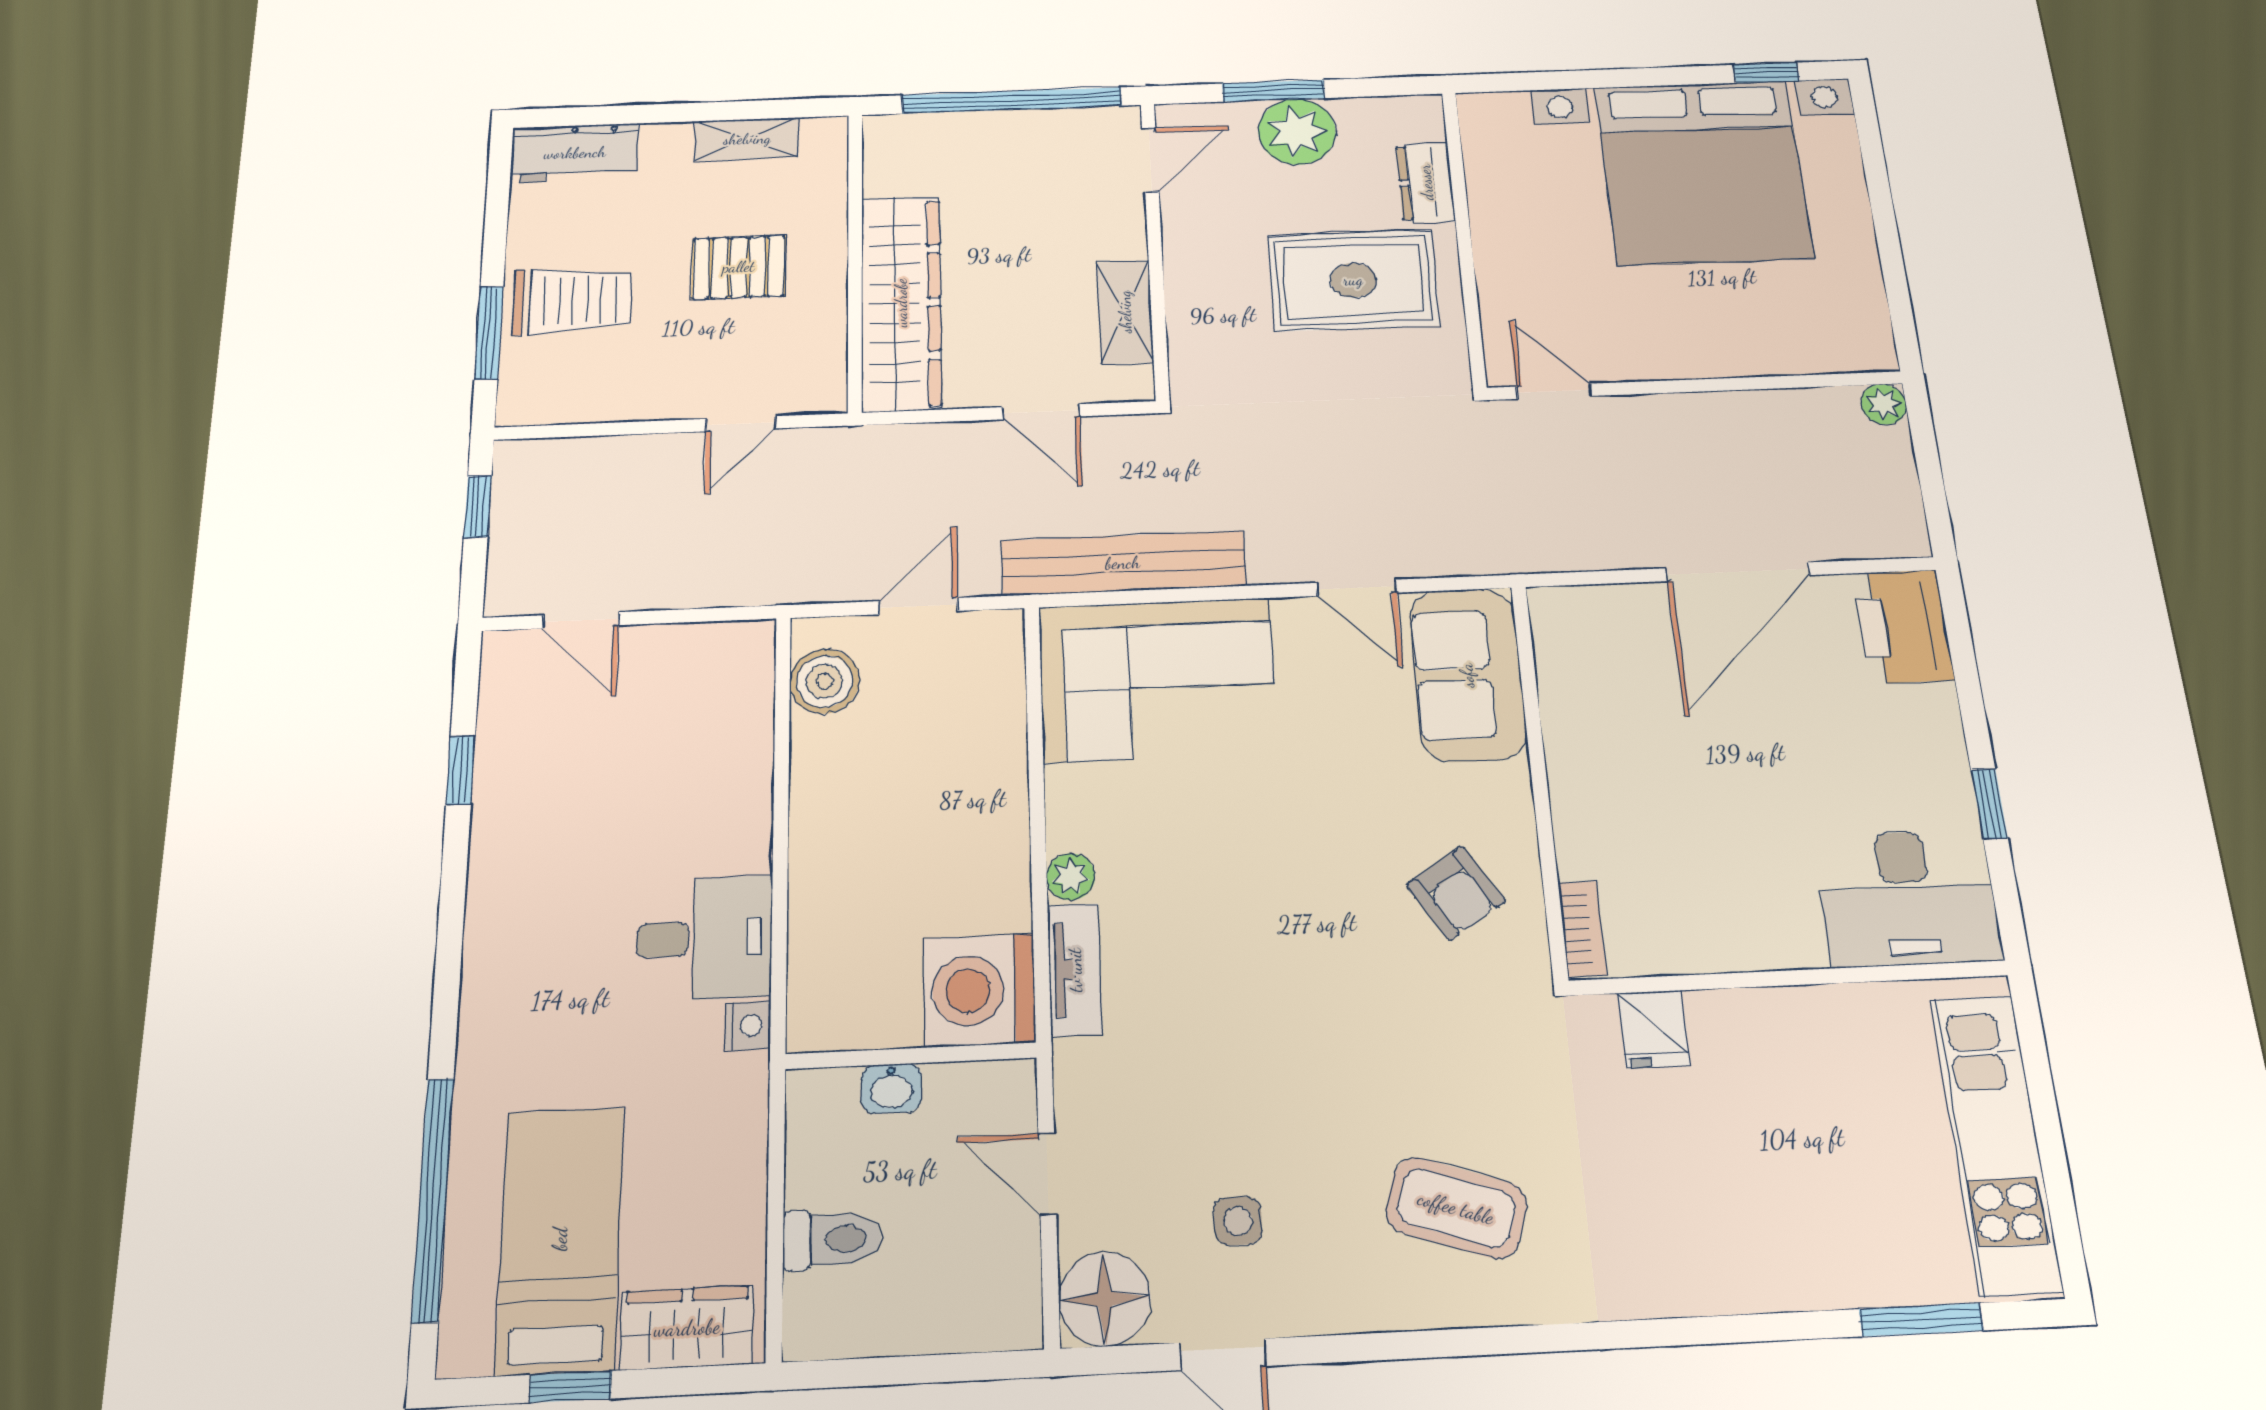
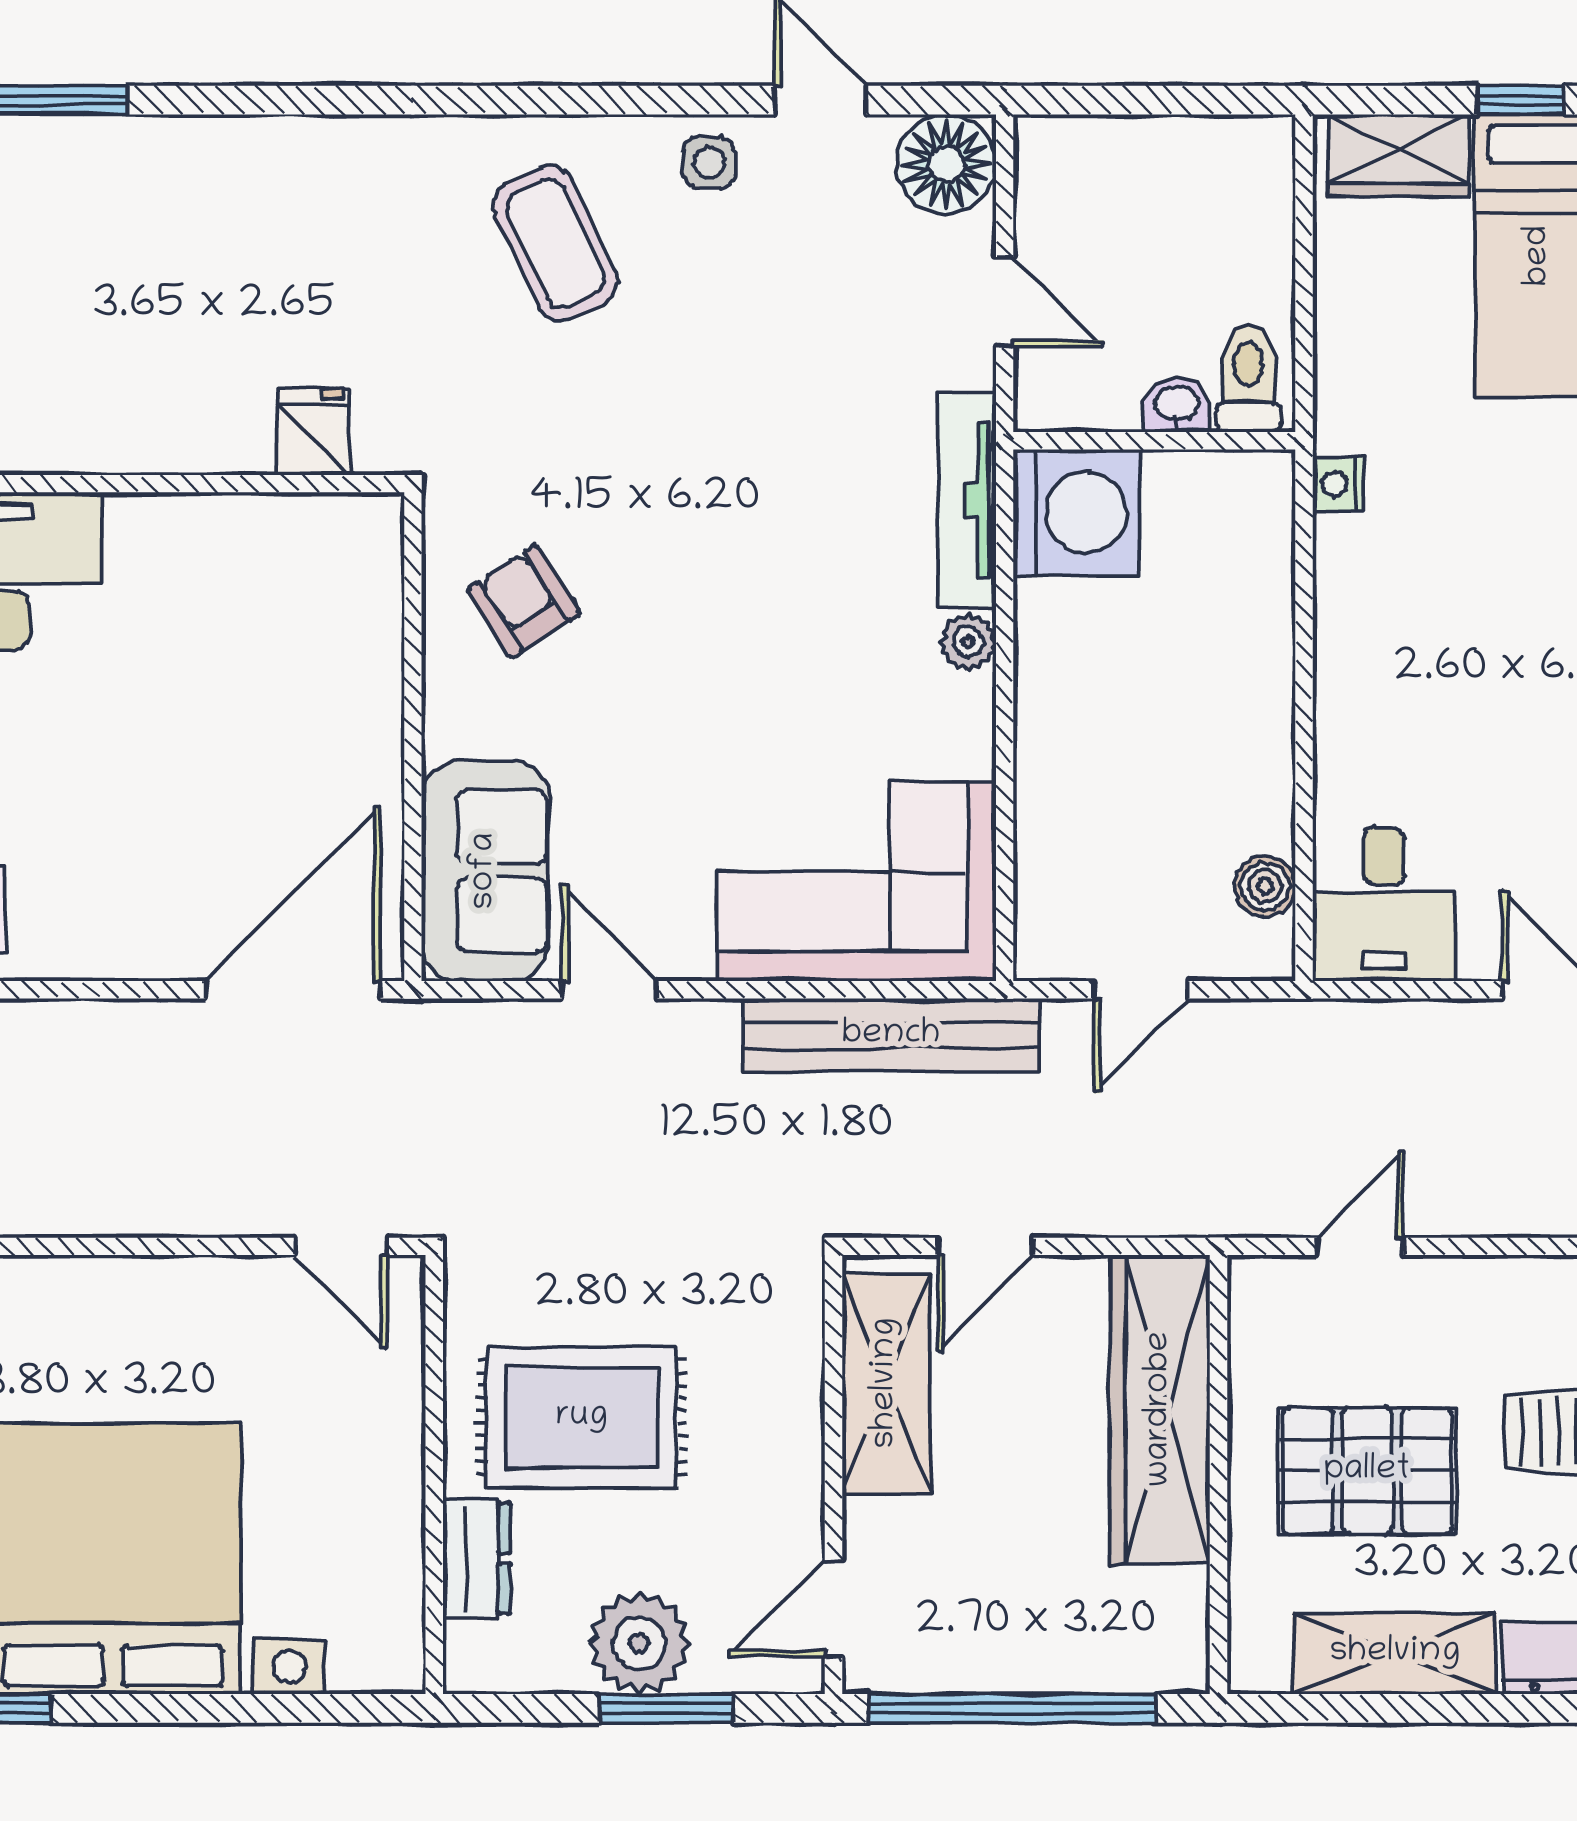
shelving: (747, 139) -> (1395, 1653), width x1.50, depth x1.33
pallet: (739, 267) -> (1367, 1471), width x1.50, depth x1.42
shelving: (1125, 312) -> (886, 1383), width x1.50, depth x1.33
door: (1041, 412) -> (986, 1246), swing flipped
door: (1737, 572) -> (293, 990), moved
boiler: (825, 681) -> (1265, 886), width x0.73, depth x0.73
bookcase: (1582, 929) -> (382, 552), removed
desk: (704, 938) -> (1384, 904), moved, turned -90
tv unit: (1075, 970) -> (967, 500), width x1.41
coffee table: (1456, 1208) -> (555, 243), turned 47
side table: (1238, 1221) -> (709, 163), moved
toilet: (832, 1239) -> (1248, 379), moved, turned 90

